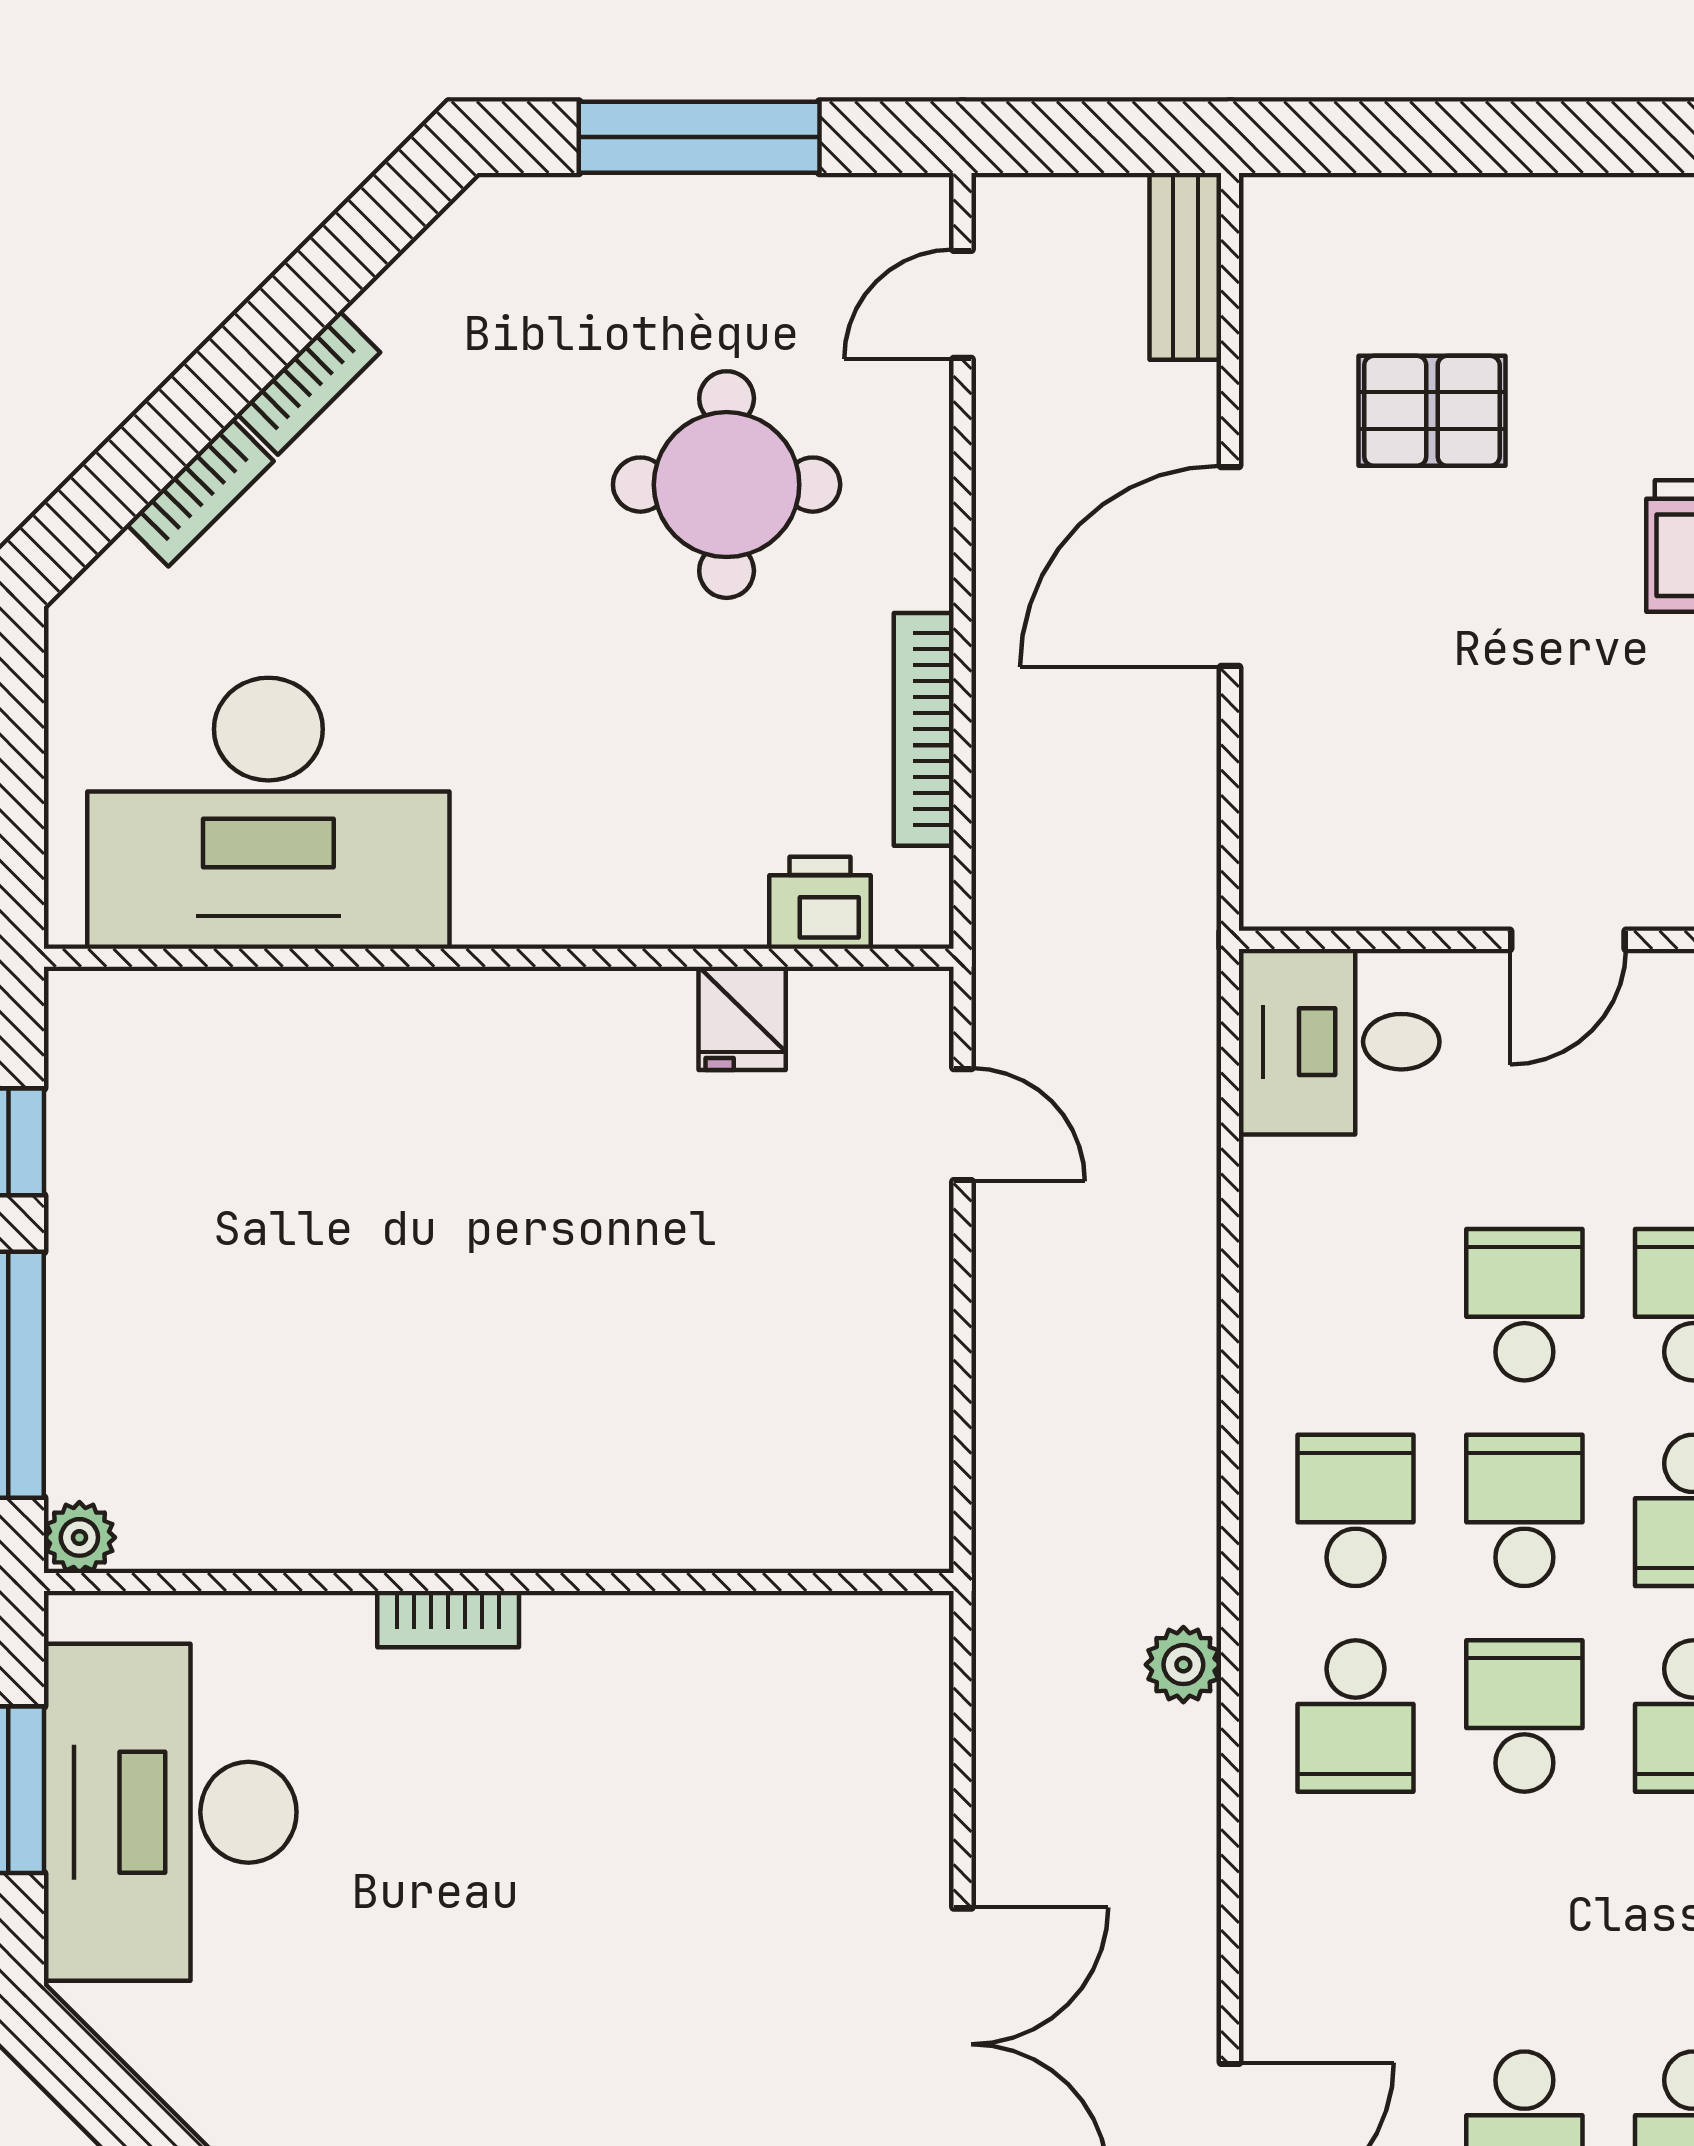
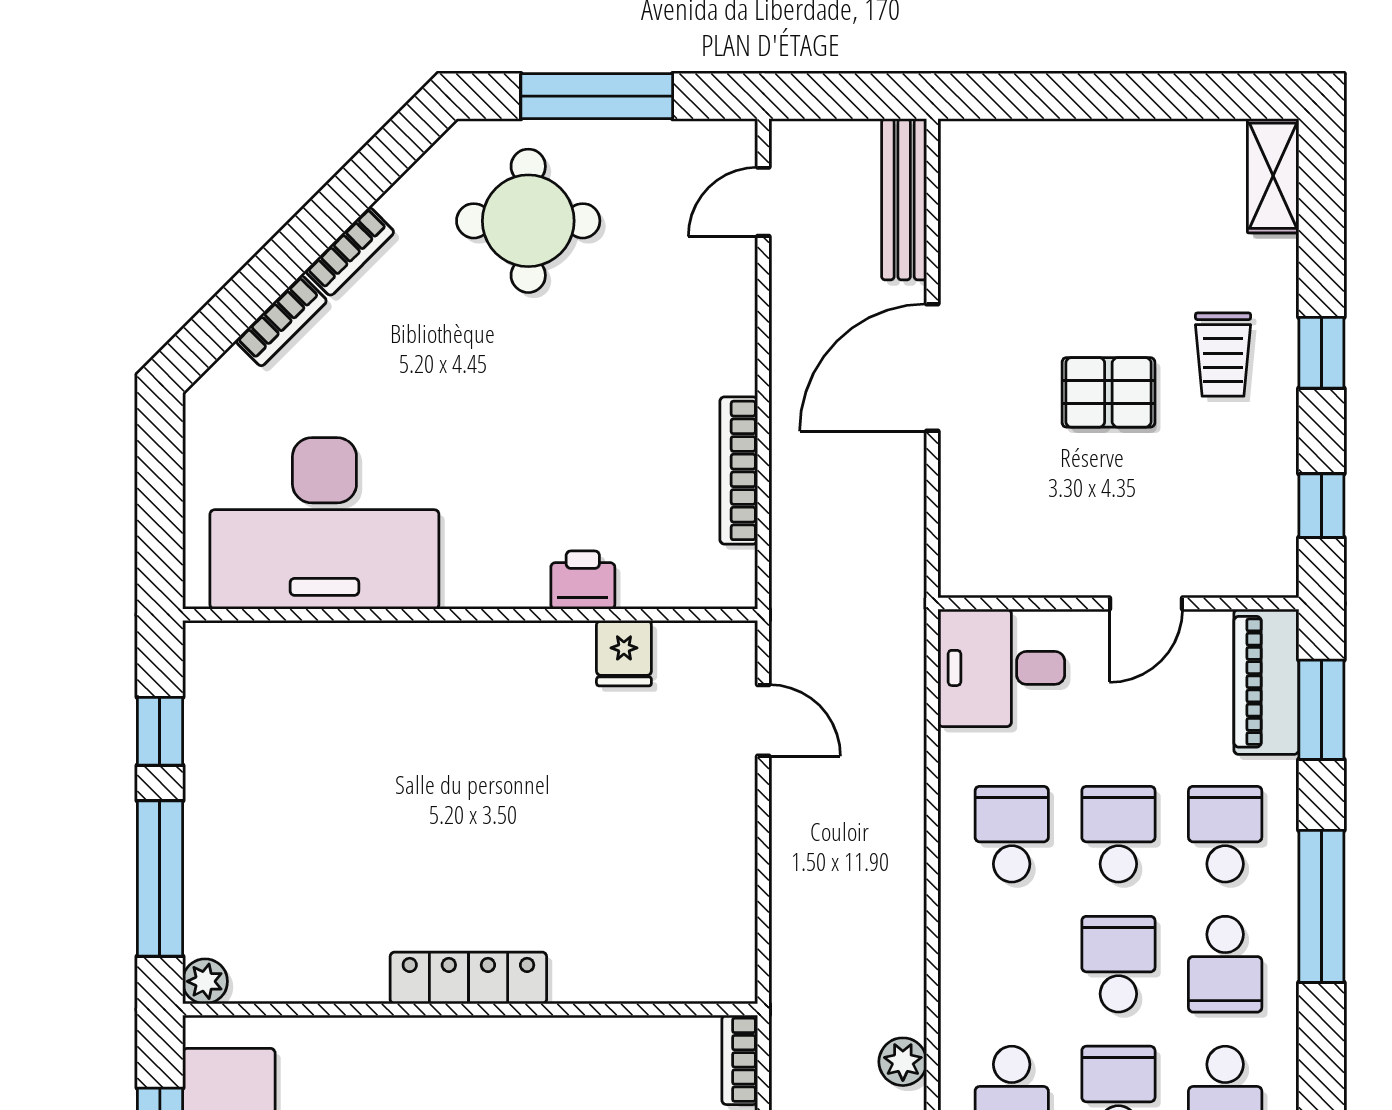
bench: (1185, 266) -> (904, 199), width x1.36
pallet: (1432, 411) -> (1108, 392), moved
round table: (727, 485) -> (528, 221), moved
printer: (820, 903) -> (583, 580), moved
school desk: (1356, 1510) -> (1012, 834), moved
locker: (496, 1532) -> (468, 978), added
bookcase: (448, 1619) -> (740, 1060), moved, turned 90

